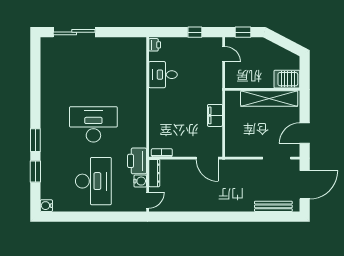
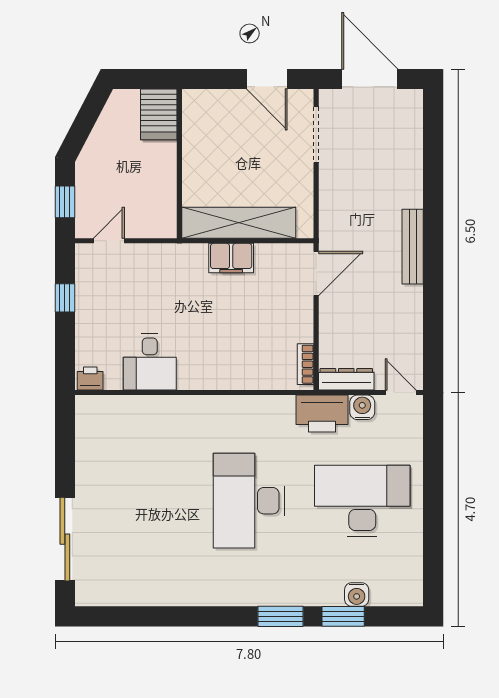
shelving: (269, 98) -> (239, 223), moved, turned 90
water cooler: (46, 206) -> (357, 595), moved
bench: (273, 206) -> (413, 247), moved

